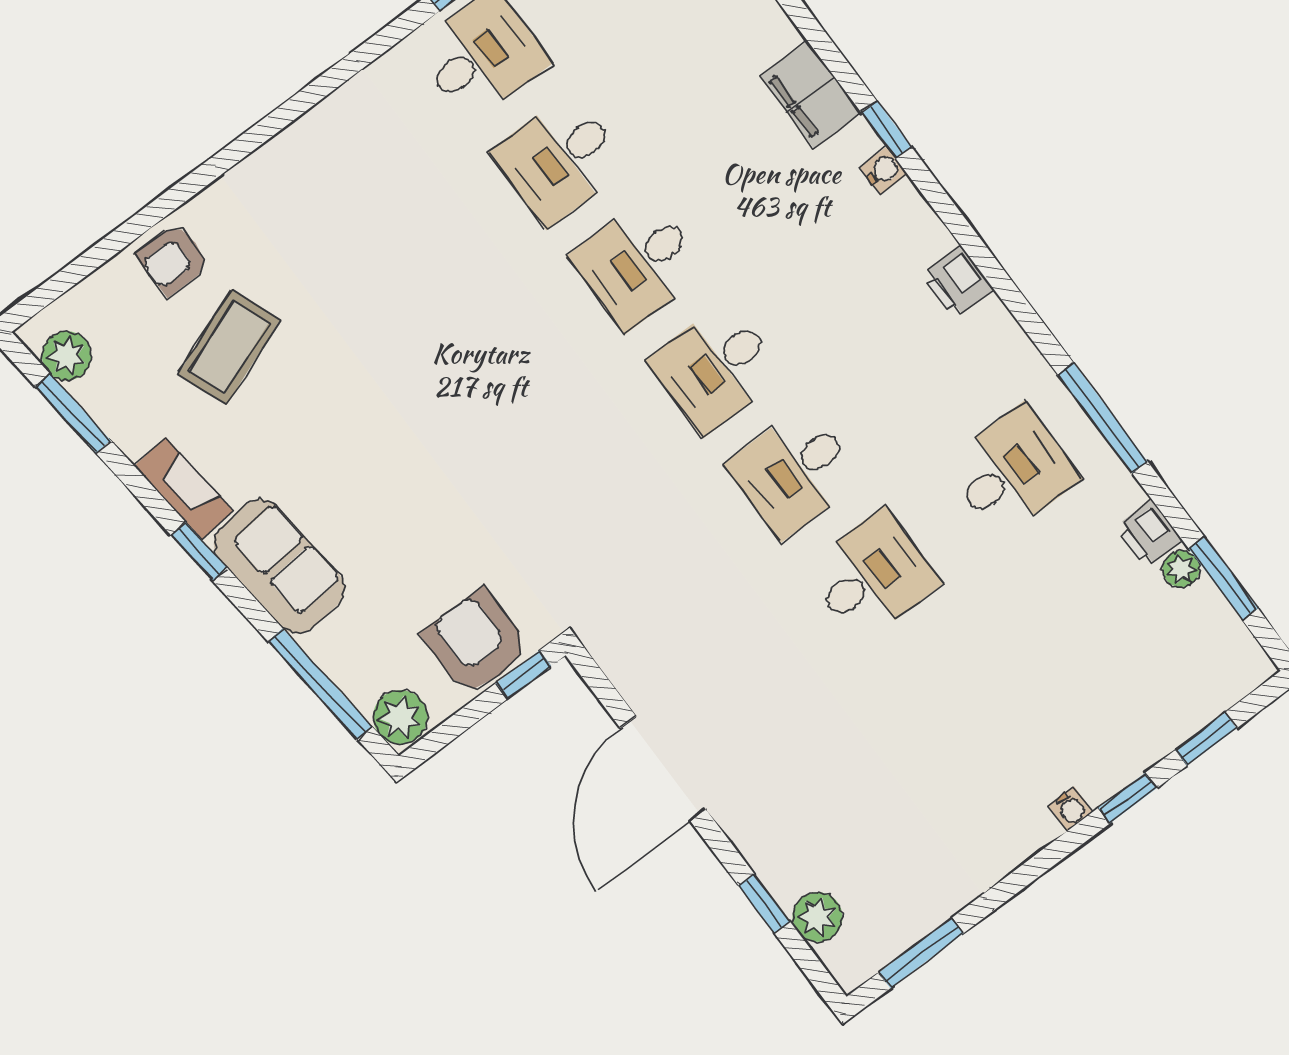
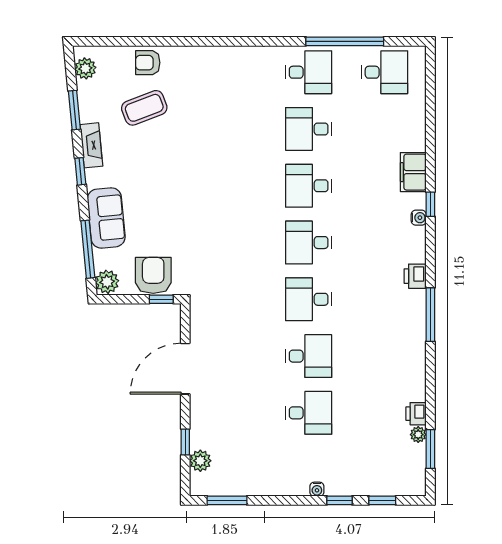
window: (73, 414) -> (74, 110), moved
window: (1103, 418) -> (430, 315), moved
desk: (1011, 471) -> (309, 413), moved
sofa: (279, 566) -> (106, 218), moved

